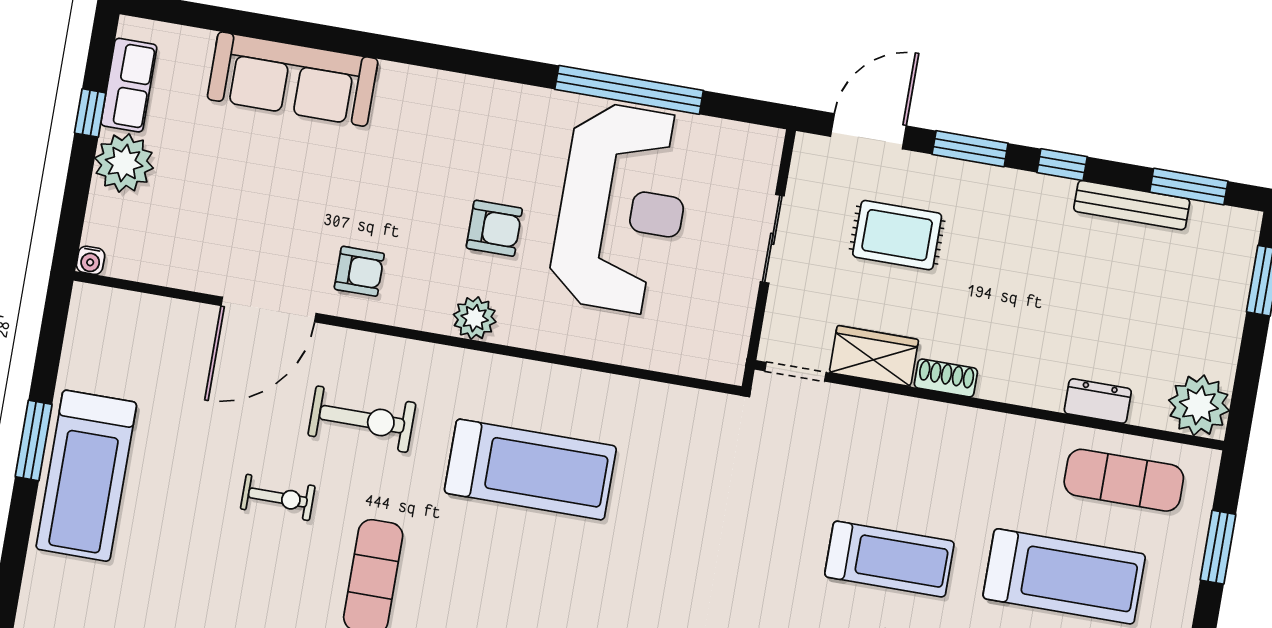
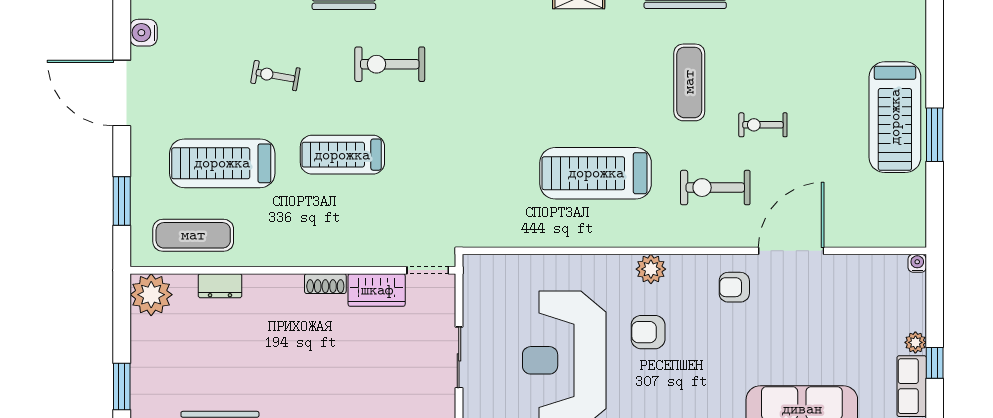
plant: (124, 163) -> (915, 342), width x0.53, depth x0.53
rug: (897, 235) -> (375, 374), removed
treadmill: (86, 476) -> (895, 117), turned 180

